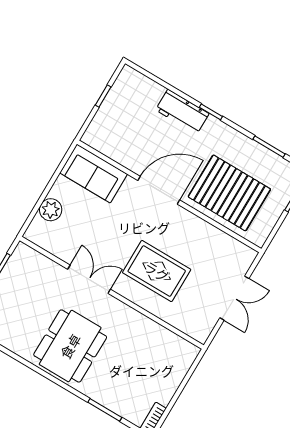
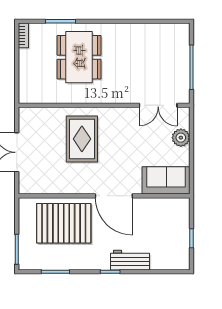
door: (159, 190) -> (114, 196), hinge flipped
rug: (157, 271) -> (82, 139), turned 90
double door: (89, 279) -> (158, 105), moved
dining table: (70, 346) -> (79, 57), moved

